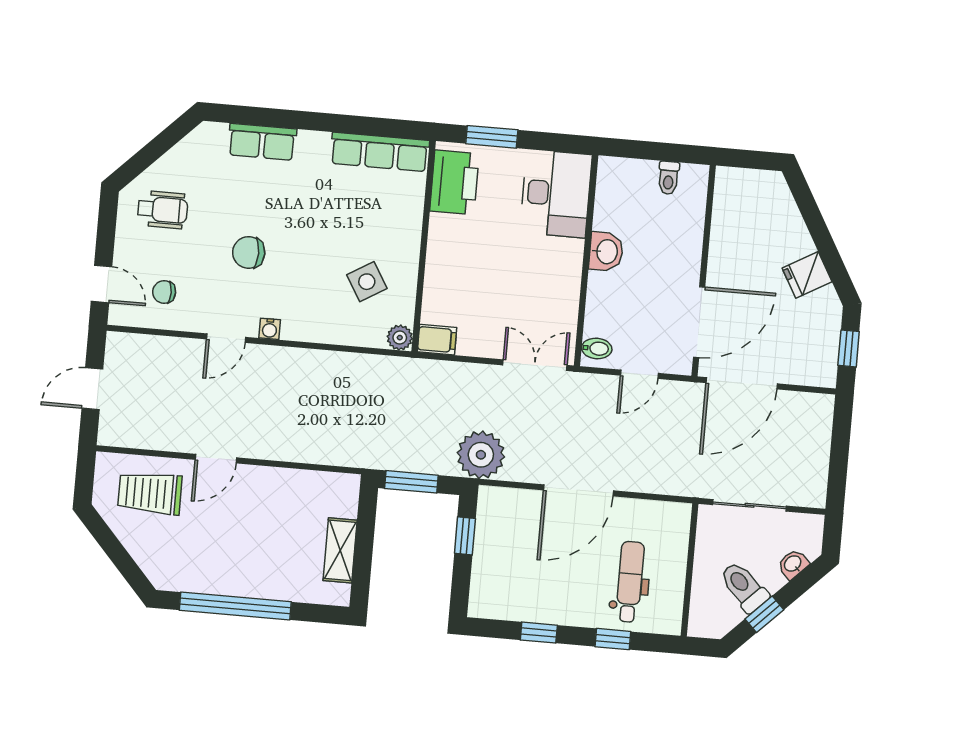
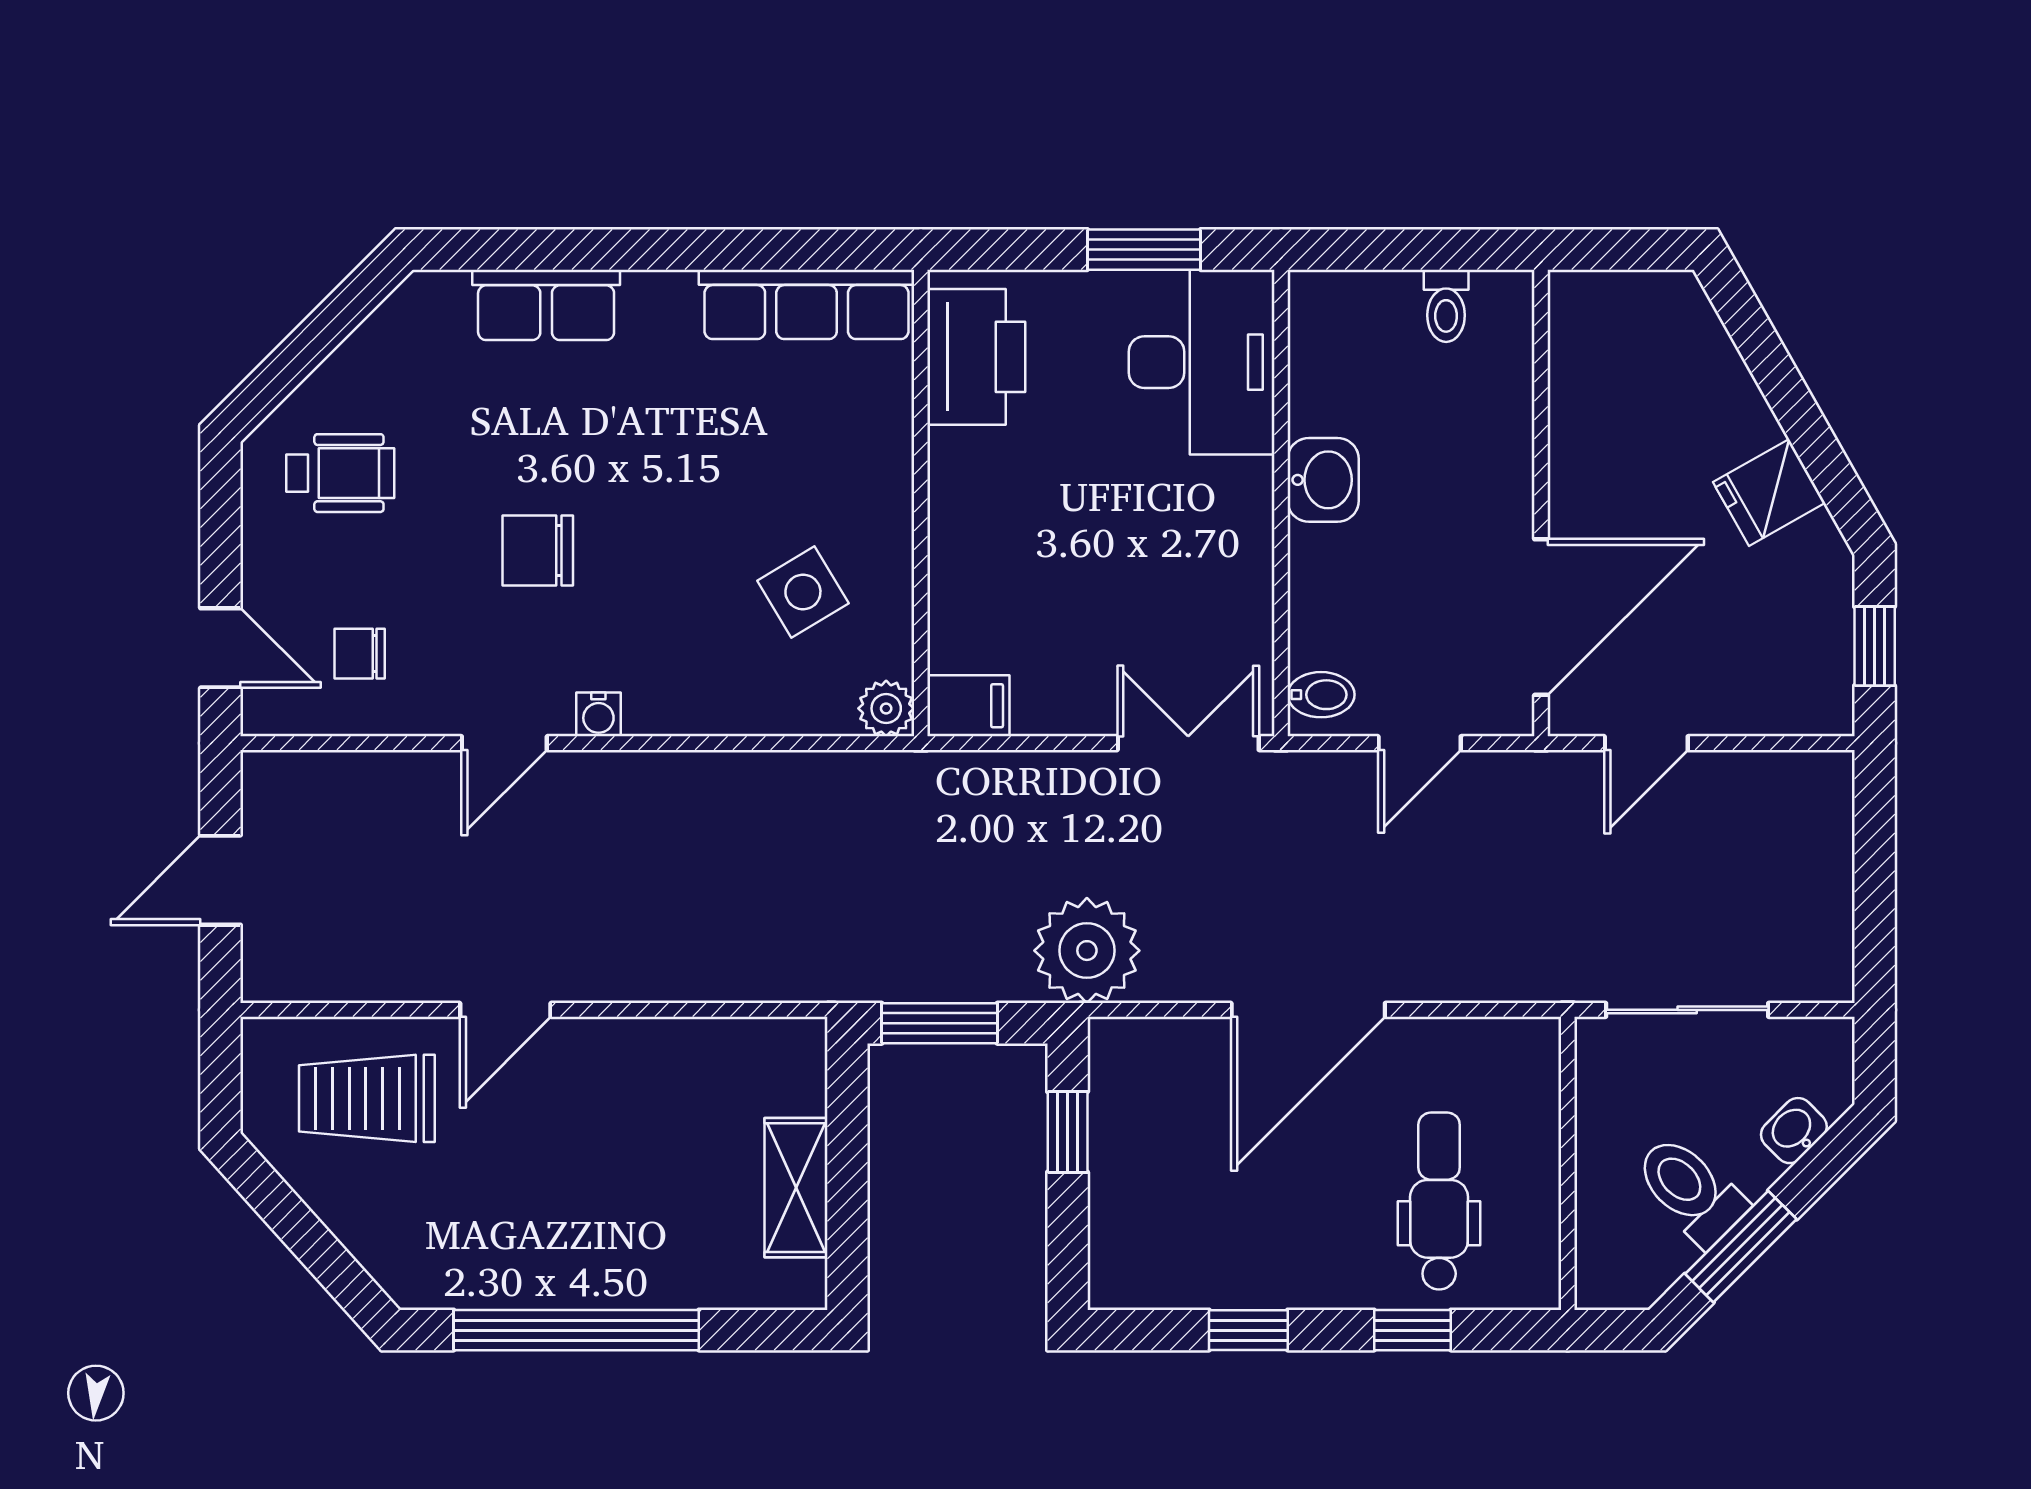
window: (492, 137) -> (1144, 250), moved
door: (742, 383) -> (1646, 743), width x0.53
window: (764, 614) -> (1741, 1247), width x1.50

